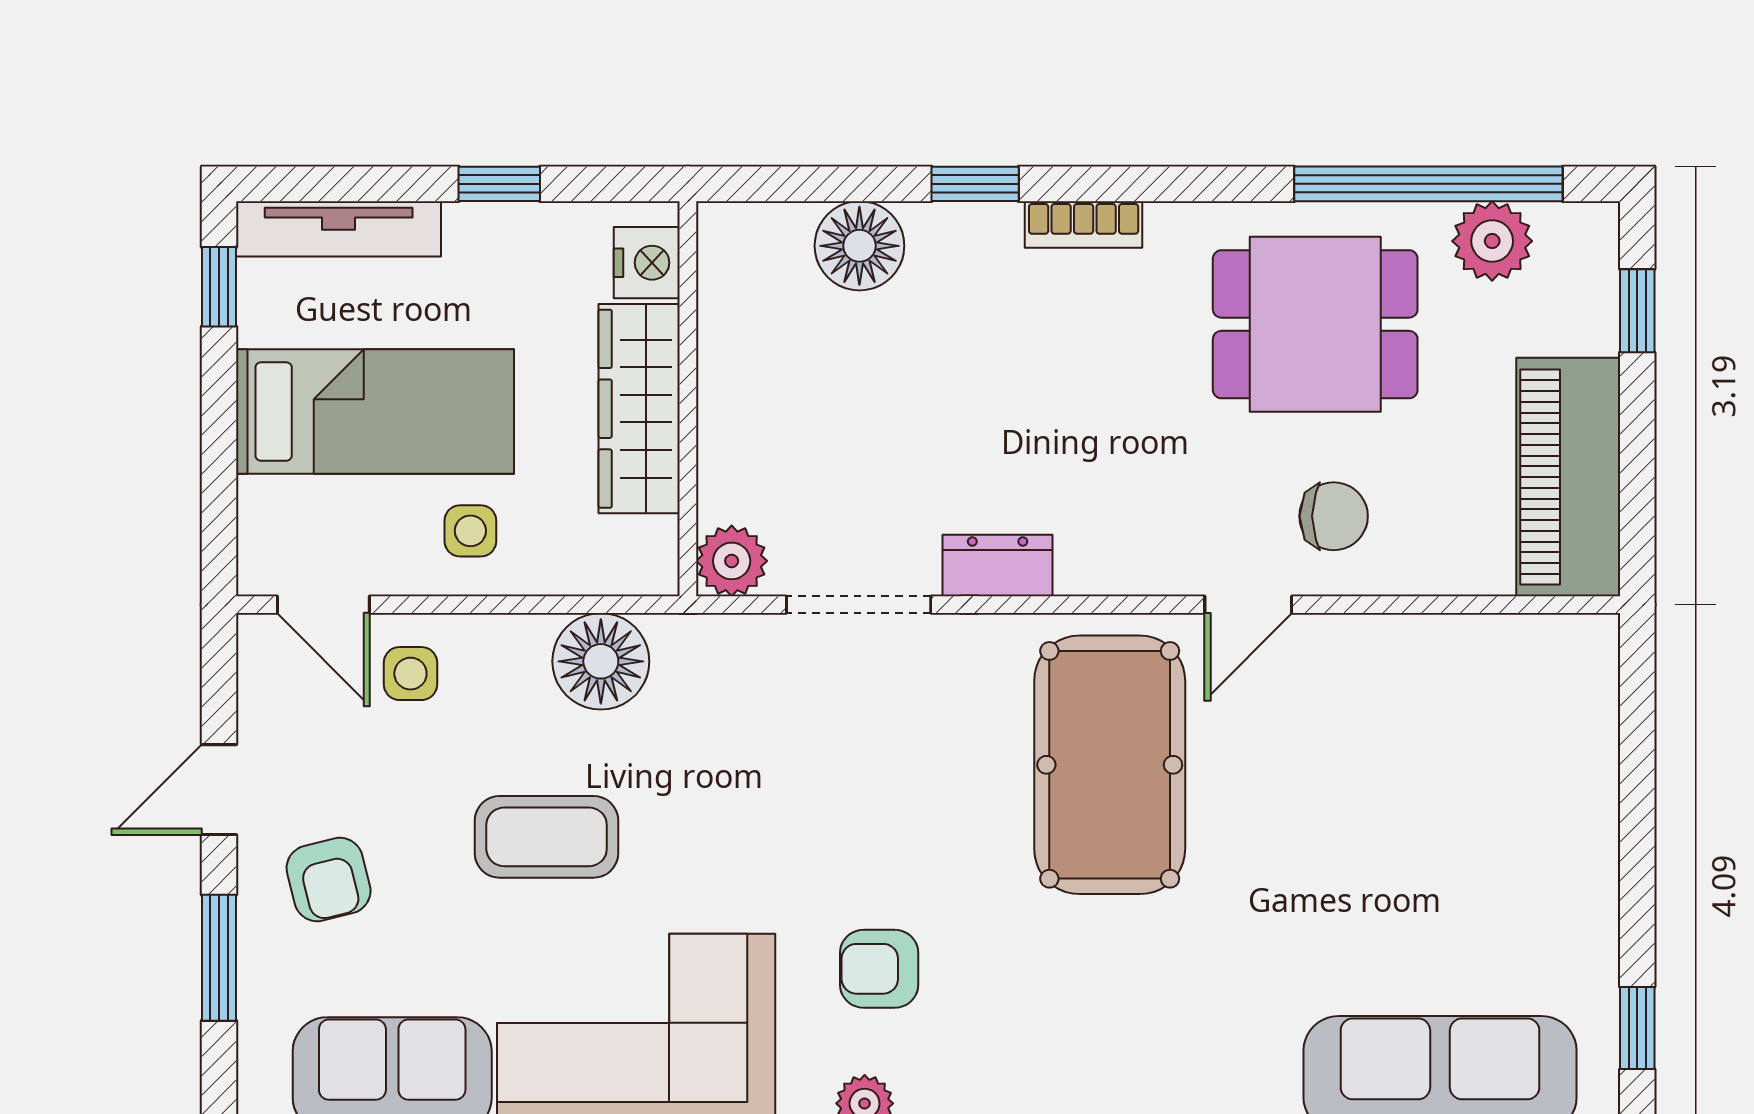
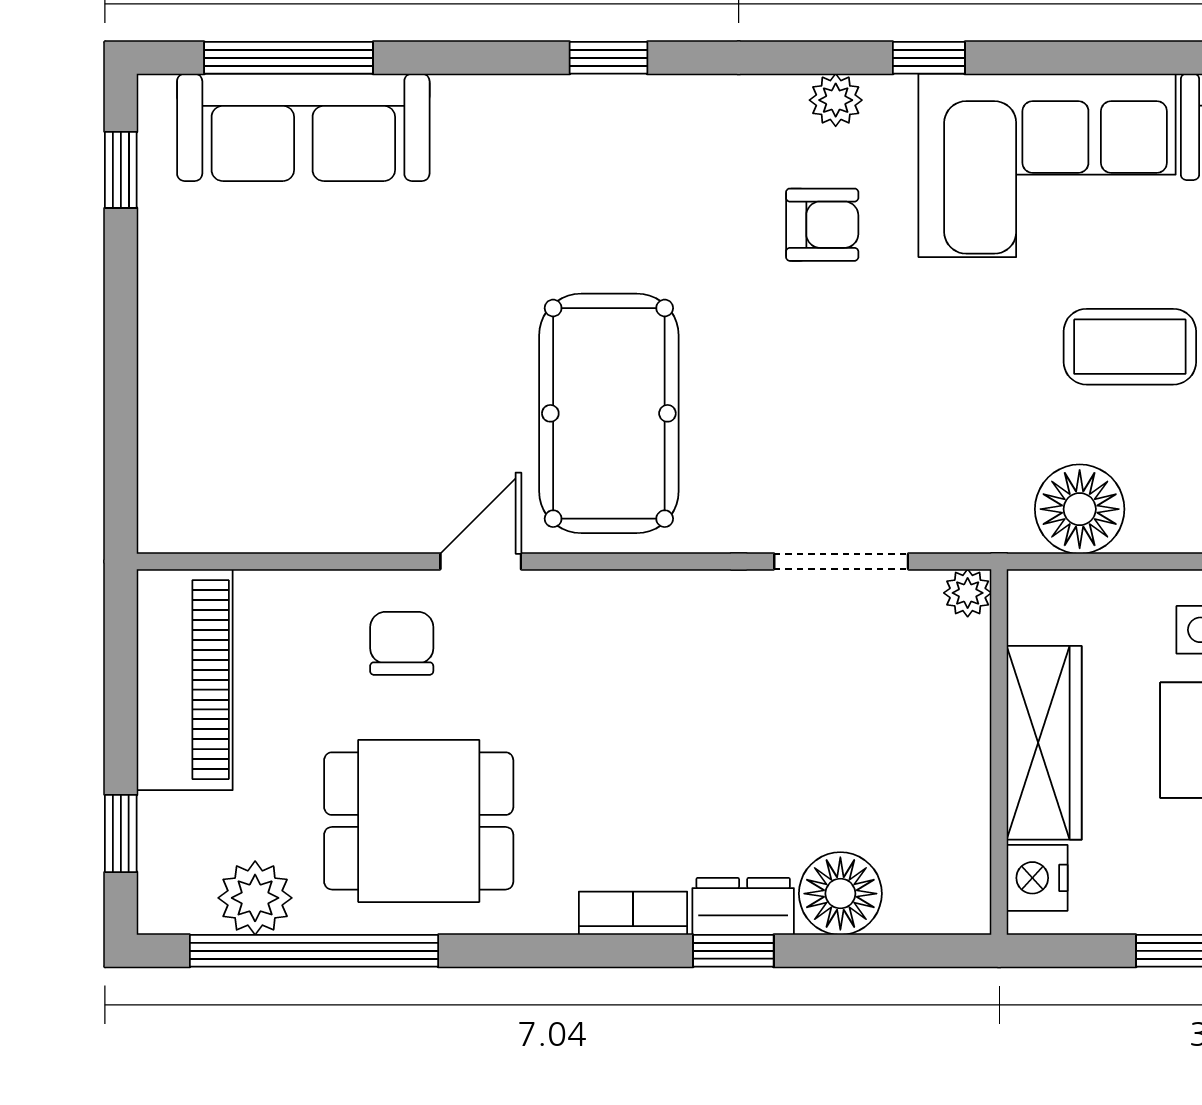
chair: (1334, 516) -> (402, 643), turned 90
plant: (732, 561) -> (968, 593), width x0.73, depth x0.73
dresser: (998, 566) -> (743, 906), moved, turned 180

